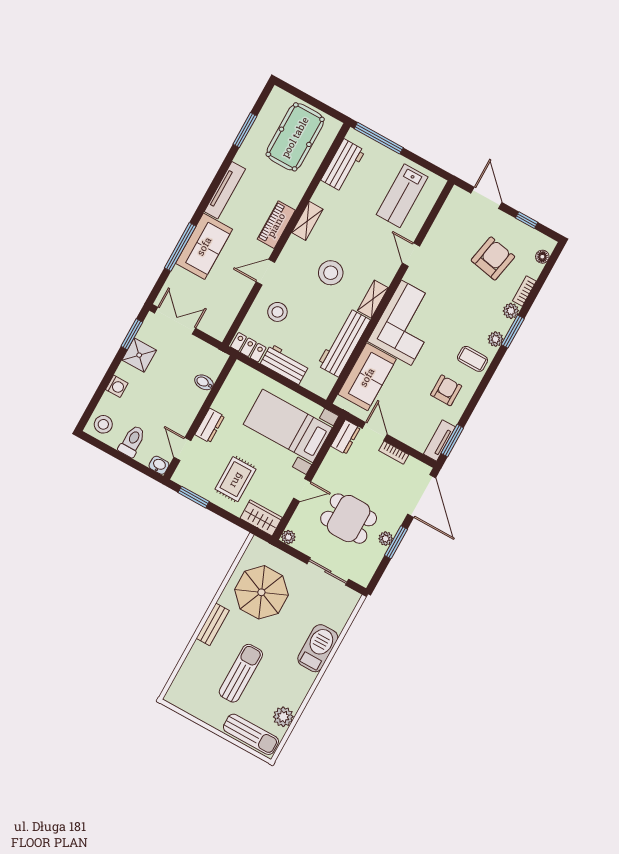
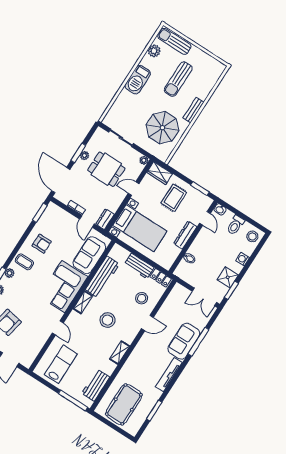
piano: (276, 225) -> (139, 352), removed
armchair: (446, 390) -> (42, 244), turned -90
dresser: (210, 425) -> (185, 235), width x1.44
tv unit: (440, 441) -> (48, 213), removed
barbecue: (318, 648) -> (138, 80), moved

